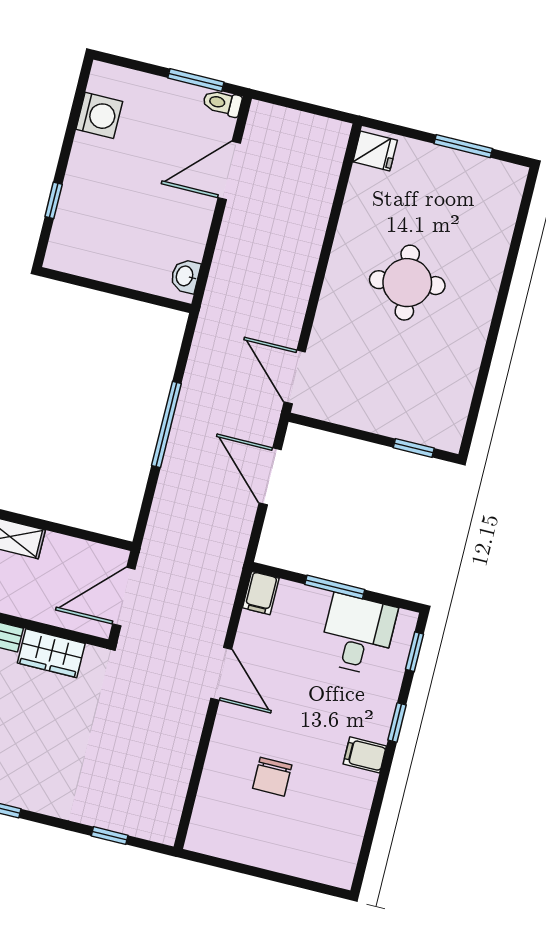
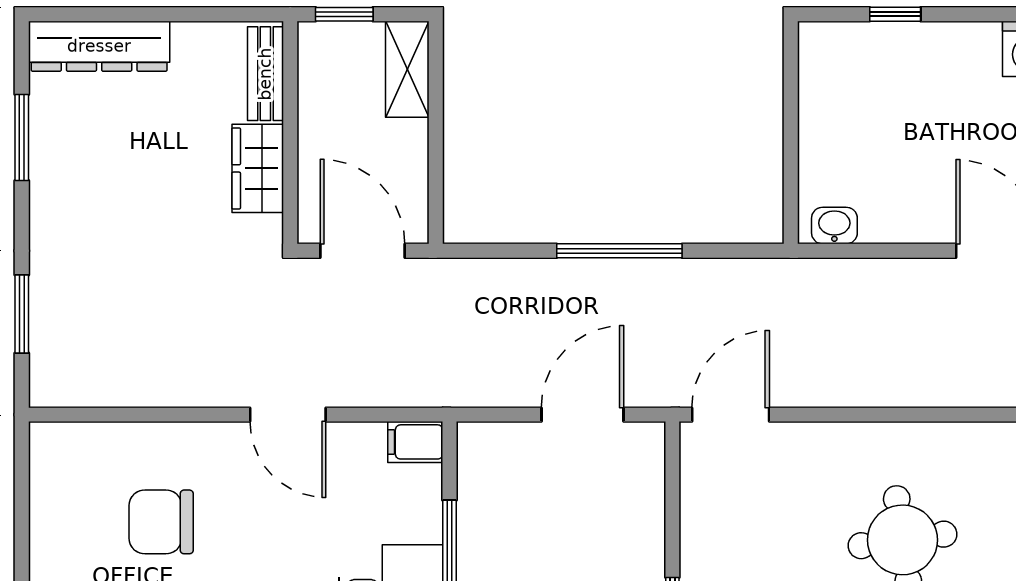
door: (221, 674) -> (288, 415), hinge flipped
chair: (272, 777) -> (161, 522), width x1.37, depth x1.37
window: (110, 836) -> (22, 314), width x1.50

